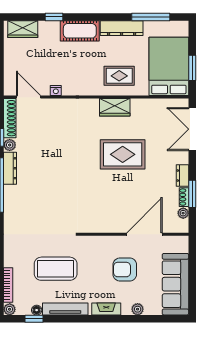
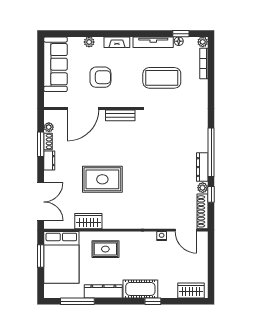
window: (54, 17) -> (153, 301), moved
wardrobe: (115, 107) -> (88, 221), moved
bench: (103, 226) -> (120, 115), added

